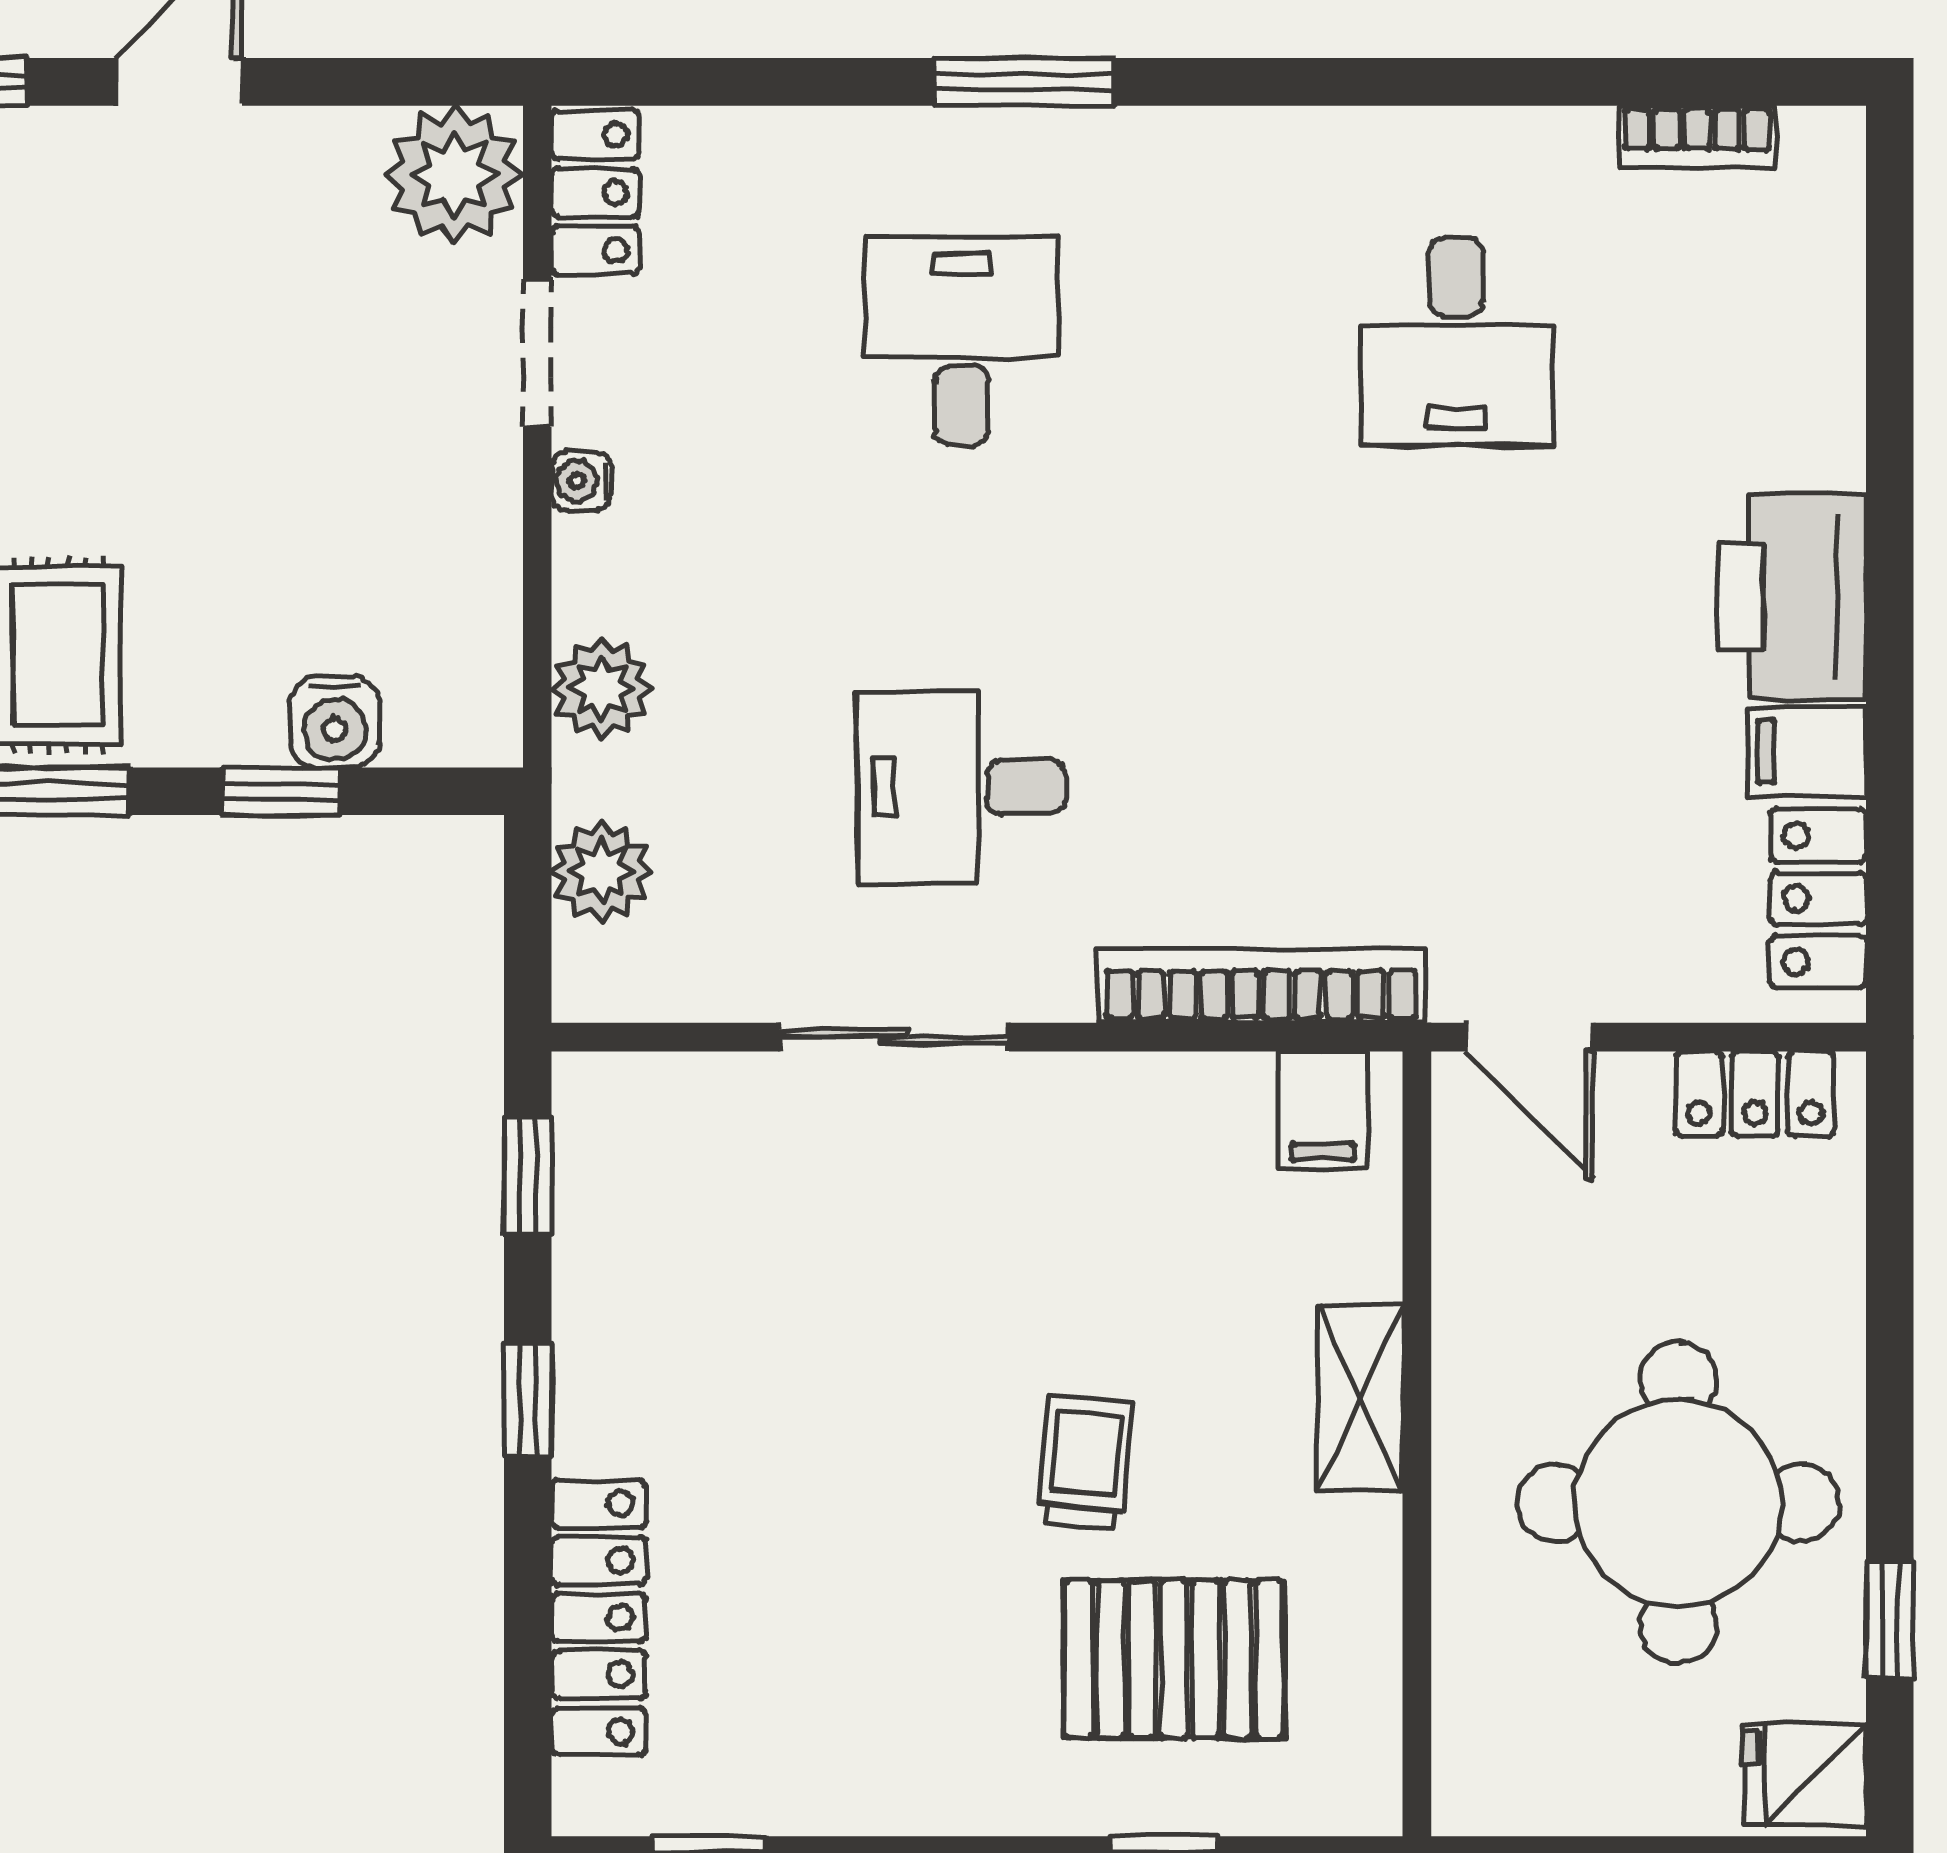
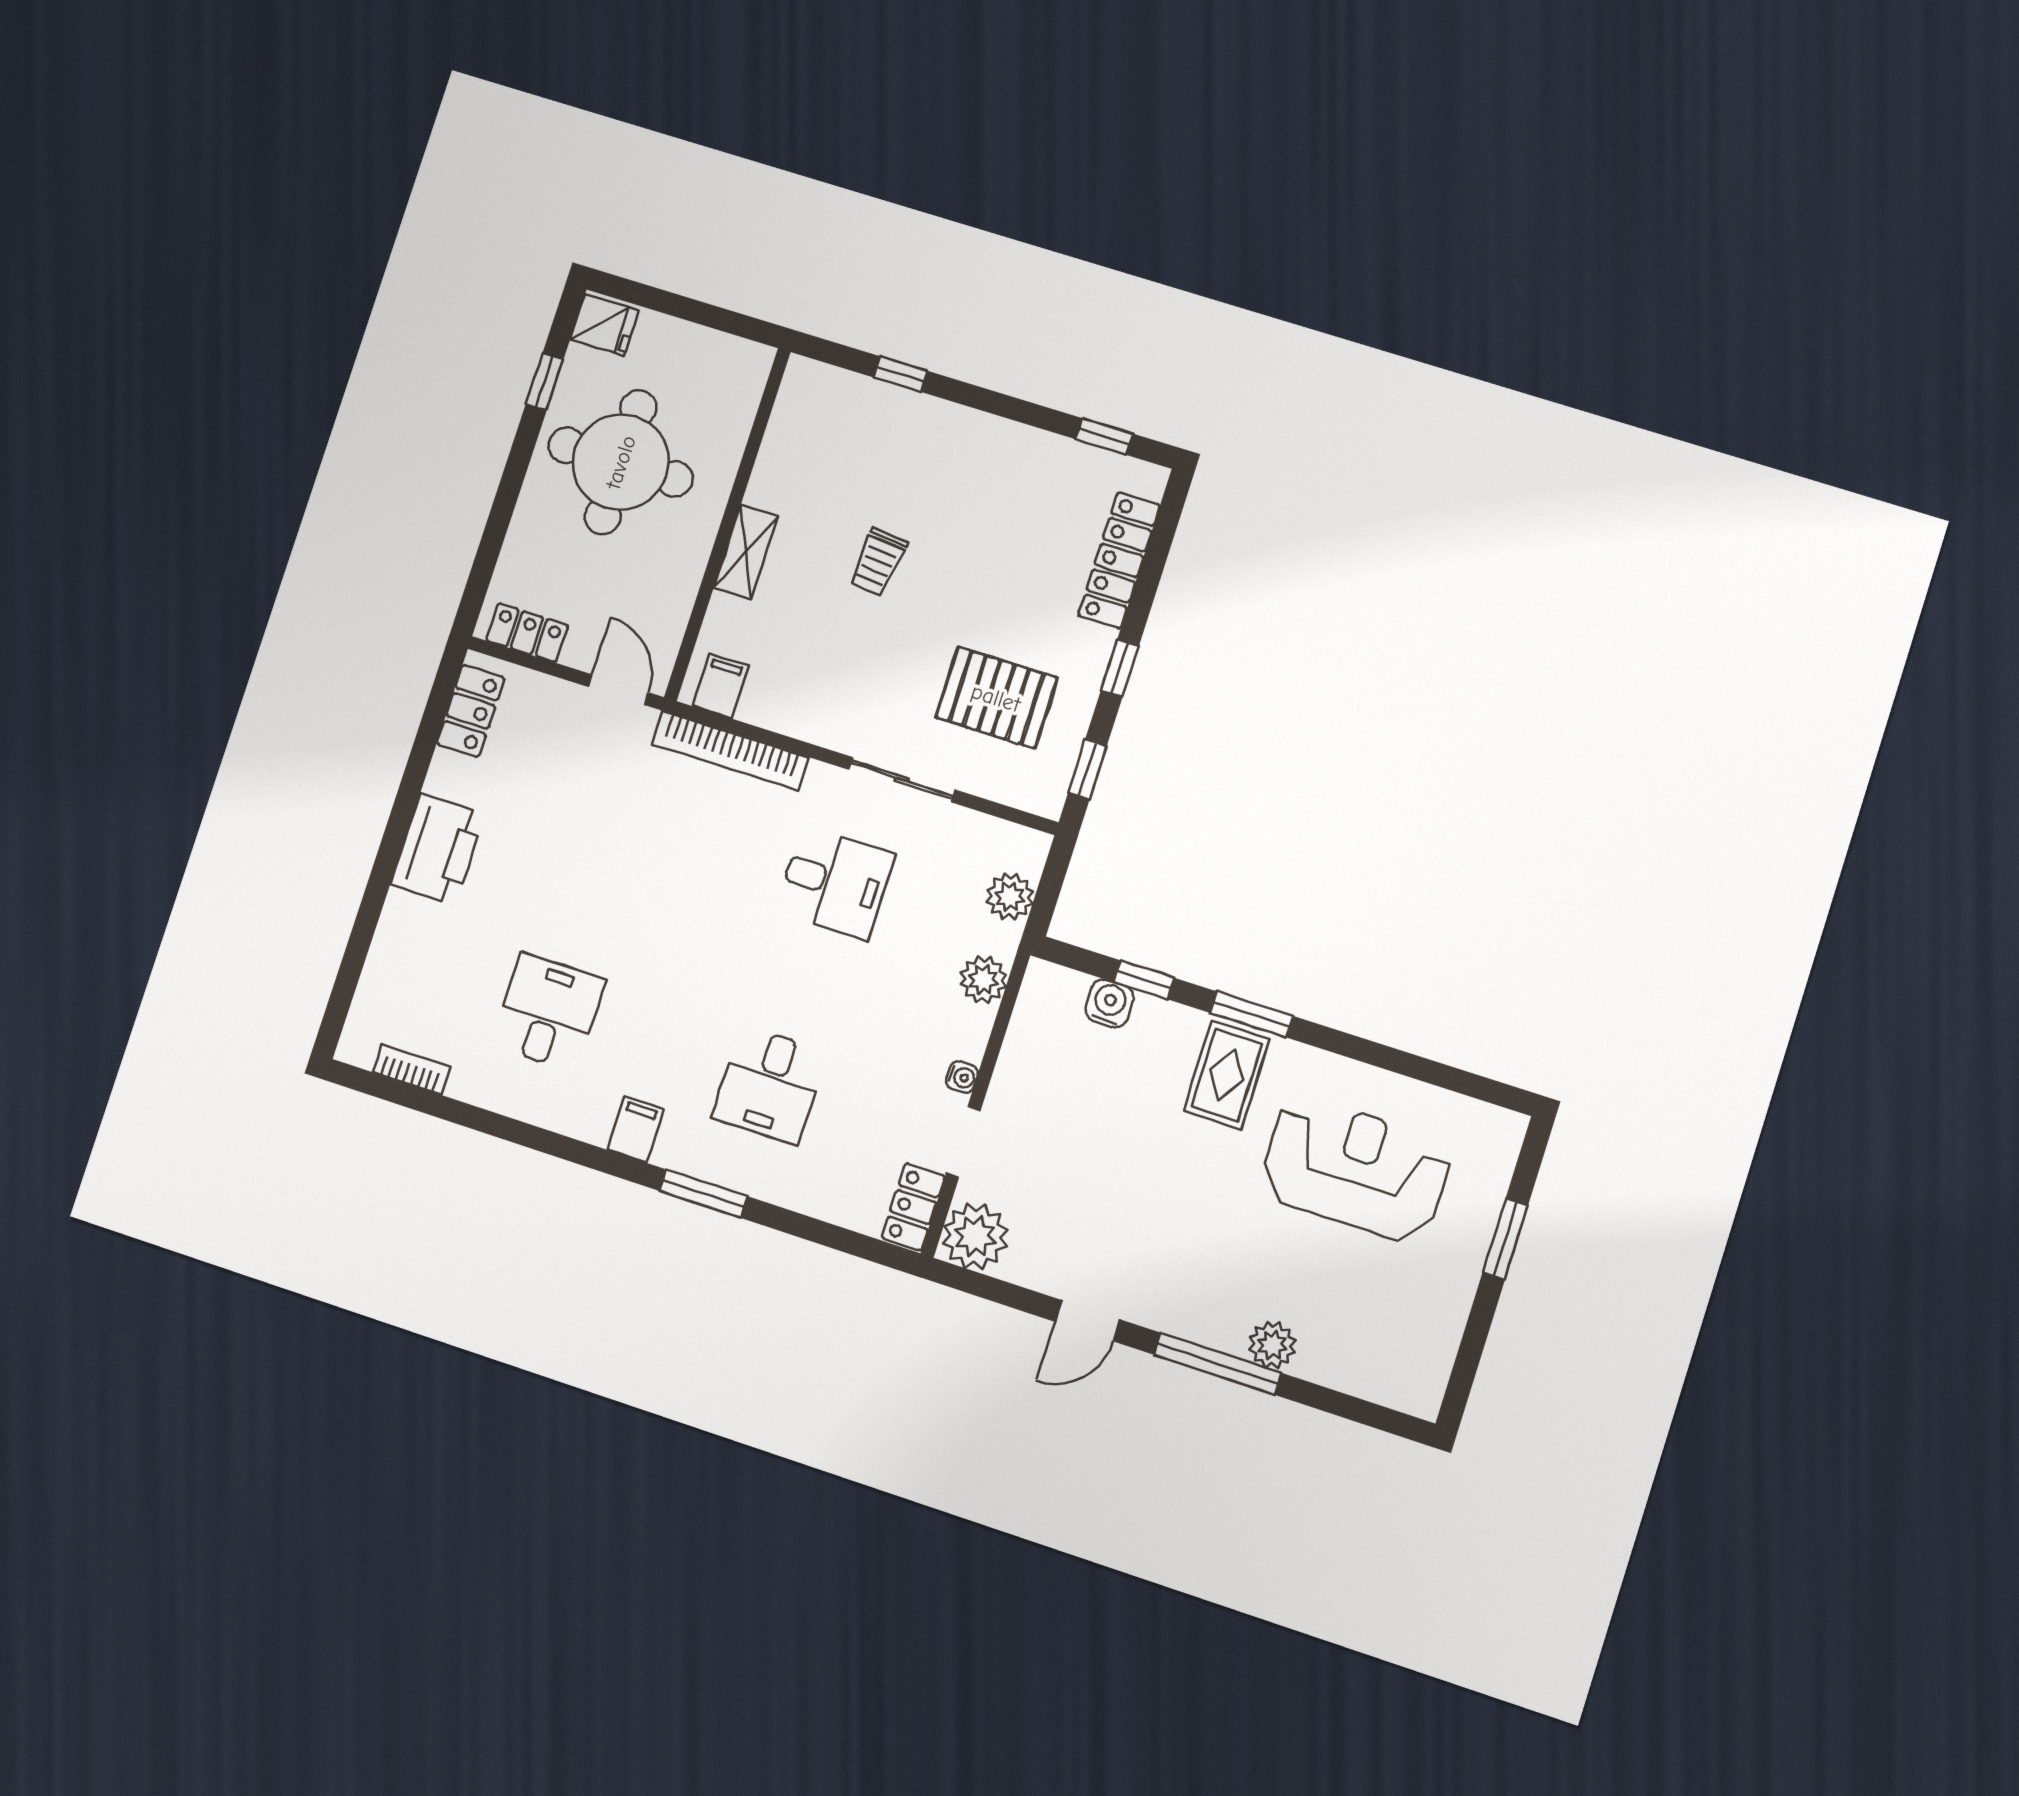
filing cabinet: (1807, 752) -> (635, 1129), moved, turned -90
pallet: (1174, 1659) -> (996, 698), moved

